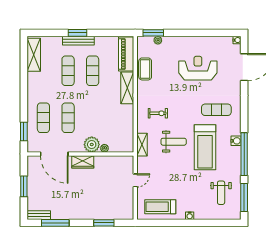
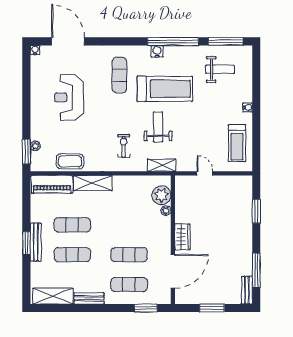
bench: (32, 85) -> (89, 298), added
plant: (92, 145) -> (161, 195), moved

